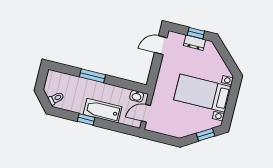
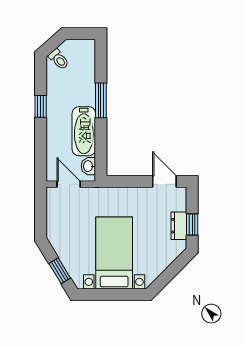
bathtub: (103, 111) -> (84, 131), moved, turned 180

